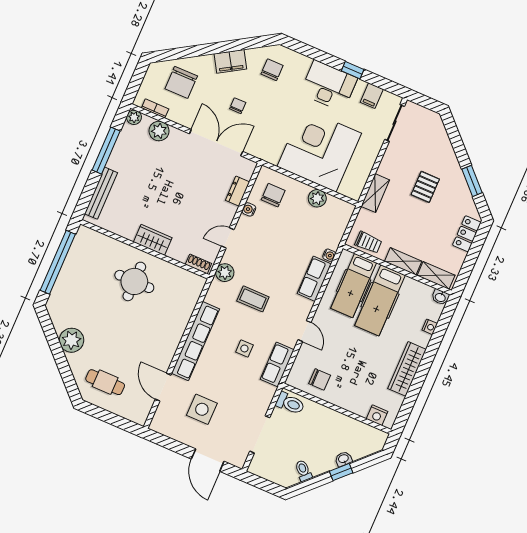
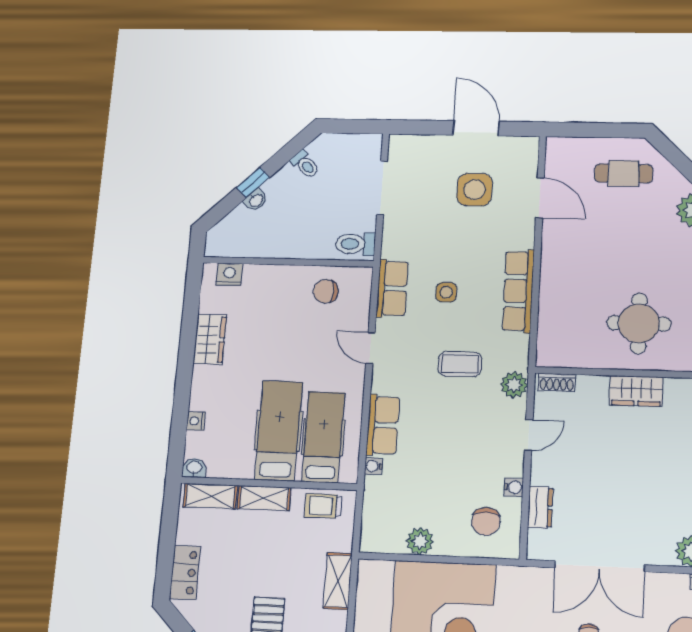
row of seats: (195, 341) -> (518, 291), width x0.73
wardrobe: (407, 369) -> (210, 339), width x0.67
door: (208, 460) -> (476, 128), moved

